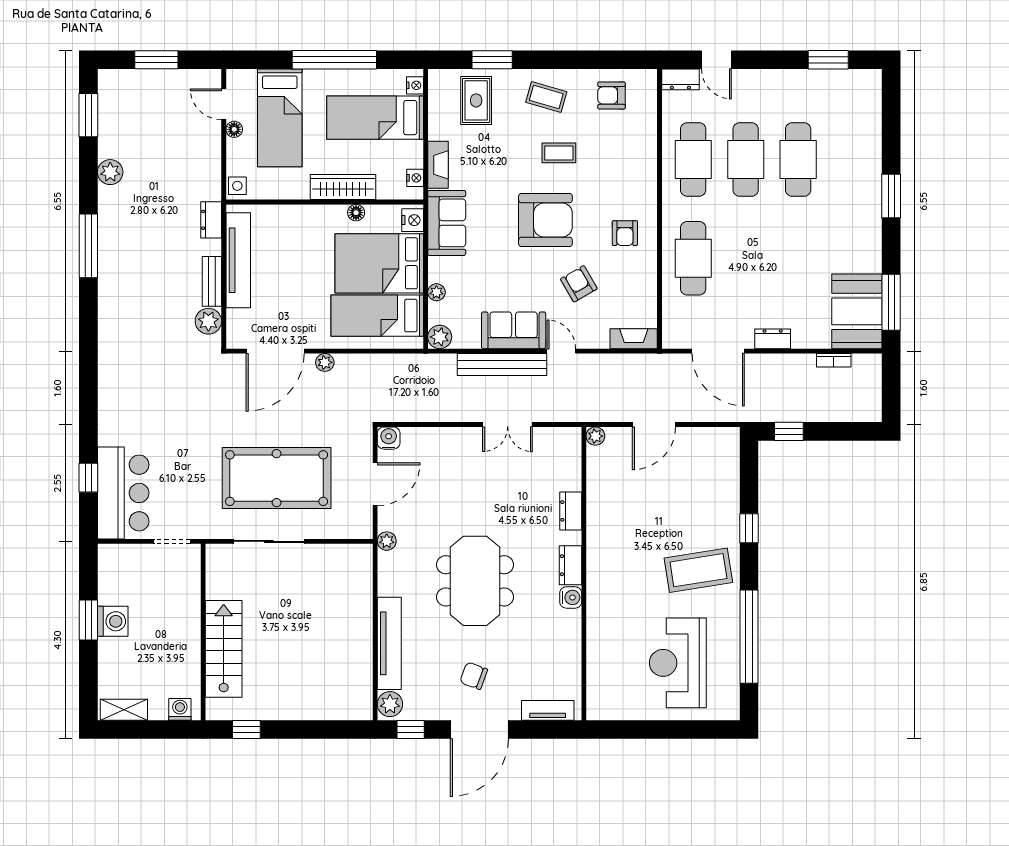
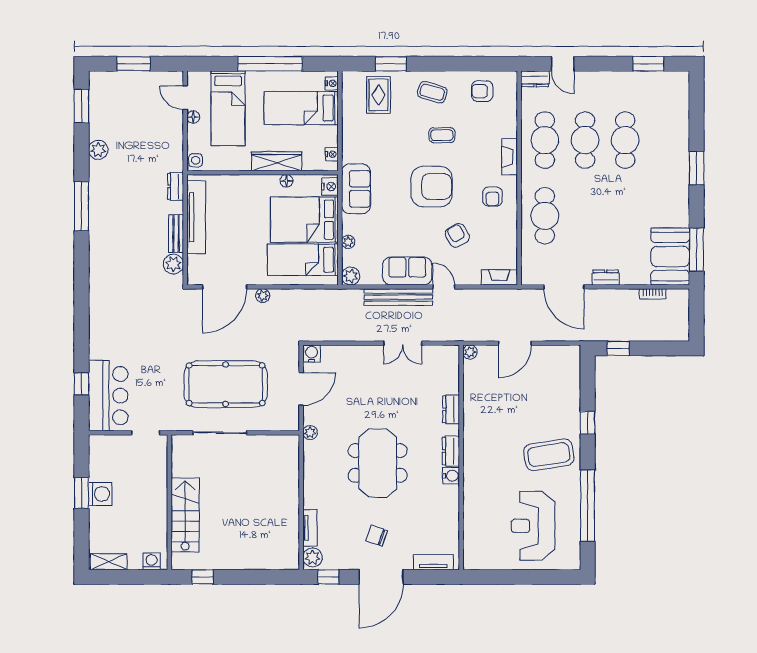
fireplace: (438, 165) -> (510, 157), moved, turned 180
tv unit: (389, 643) -> (310, 528), width x0.52, depth x0.78

